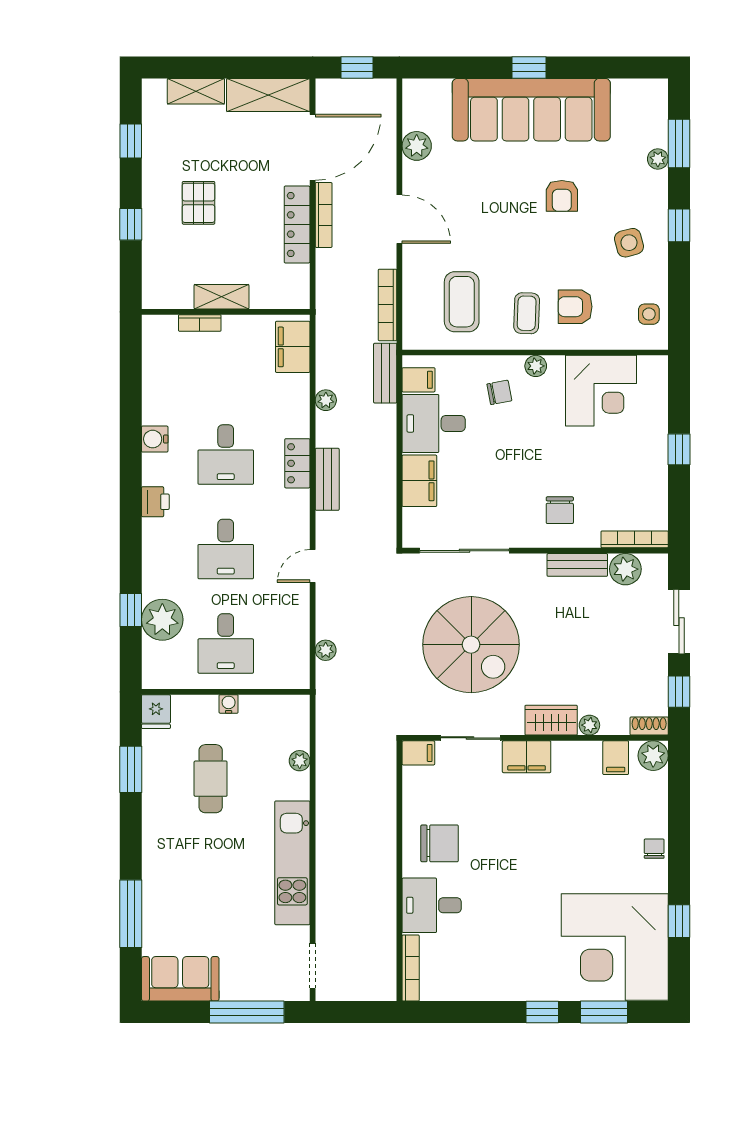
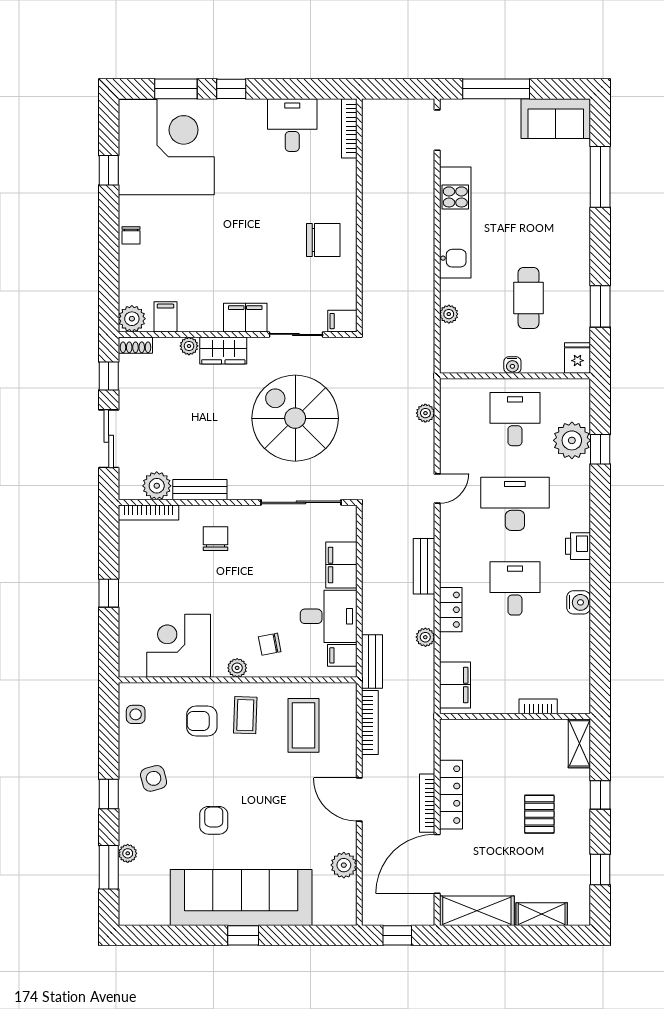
shelving: (221, 297) -> (579, 743), moved, turned 90
armchair: (575, 307) -> (202, 721), turned 180
locker: (297, 463) -> (451, 610), moved
desk: (226, 549) -> (515, 504), width x1.37
chair: (440, 843) -> (323, 240), turned 180
desk: (432, 905) -> (292, 125), moved, turned -90

